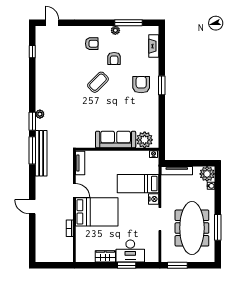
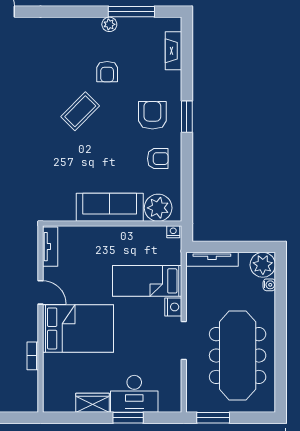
armchair: (92, 44) -> (158, 159), moved
window: (218, 227) -> (281, 354), removed

